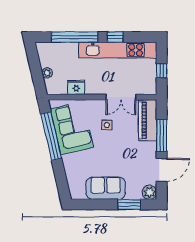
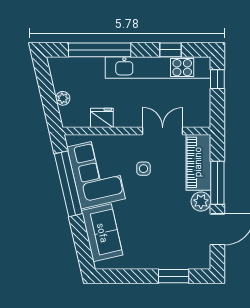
window: (115, 37) -> (171, 50), moved
window: (162, 71) -> (217, 79), moved
double door: (121, 97) -> (163, 131), swing flipped
sofa: (106, 188) -> (102, 233), moved, turned 77
plant: (149, 192) -> (201, 201), moved

